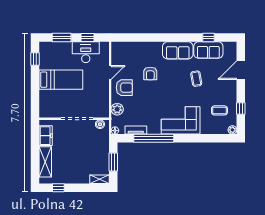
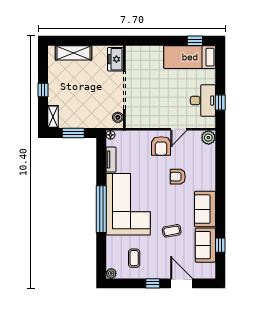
window: (62, 37) -> (220, 72), removed
door: (110, 73) -> (179, 129), hinge flipped
bed: (61, 80) -> (190, 57), moved, turned 90
plant: (117, 109) -> (208, 138), moved
window: (241, 109) -> (153, 283), moved
corner sofa: (181, 120) -> (128, 204), width x1.36, depth x1.36
freezer: (46, 136) -> (115, 59), moved, turned 90
window: (154, 138) -> (101, 209), moved
window: (58, 188) -> (43, 90), moved

